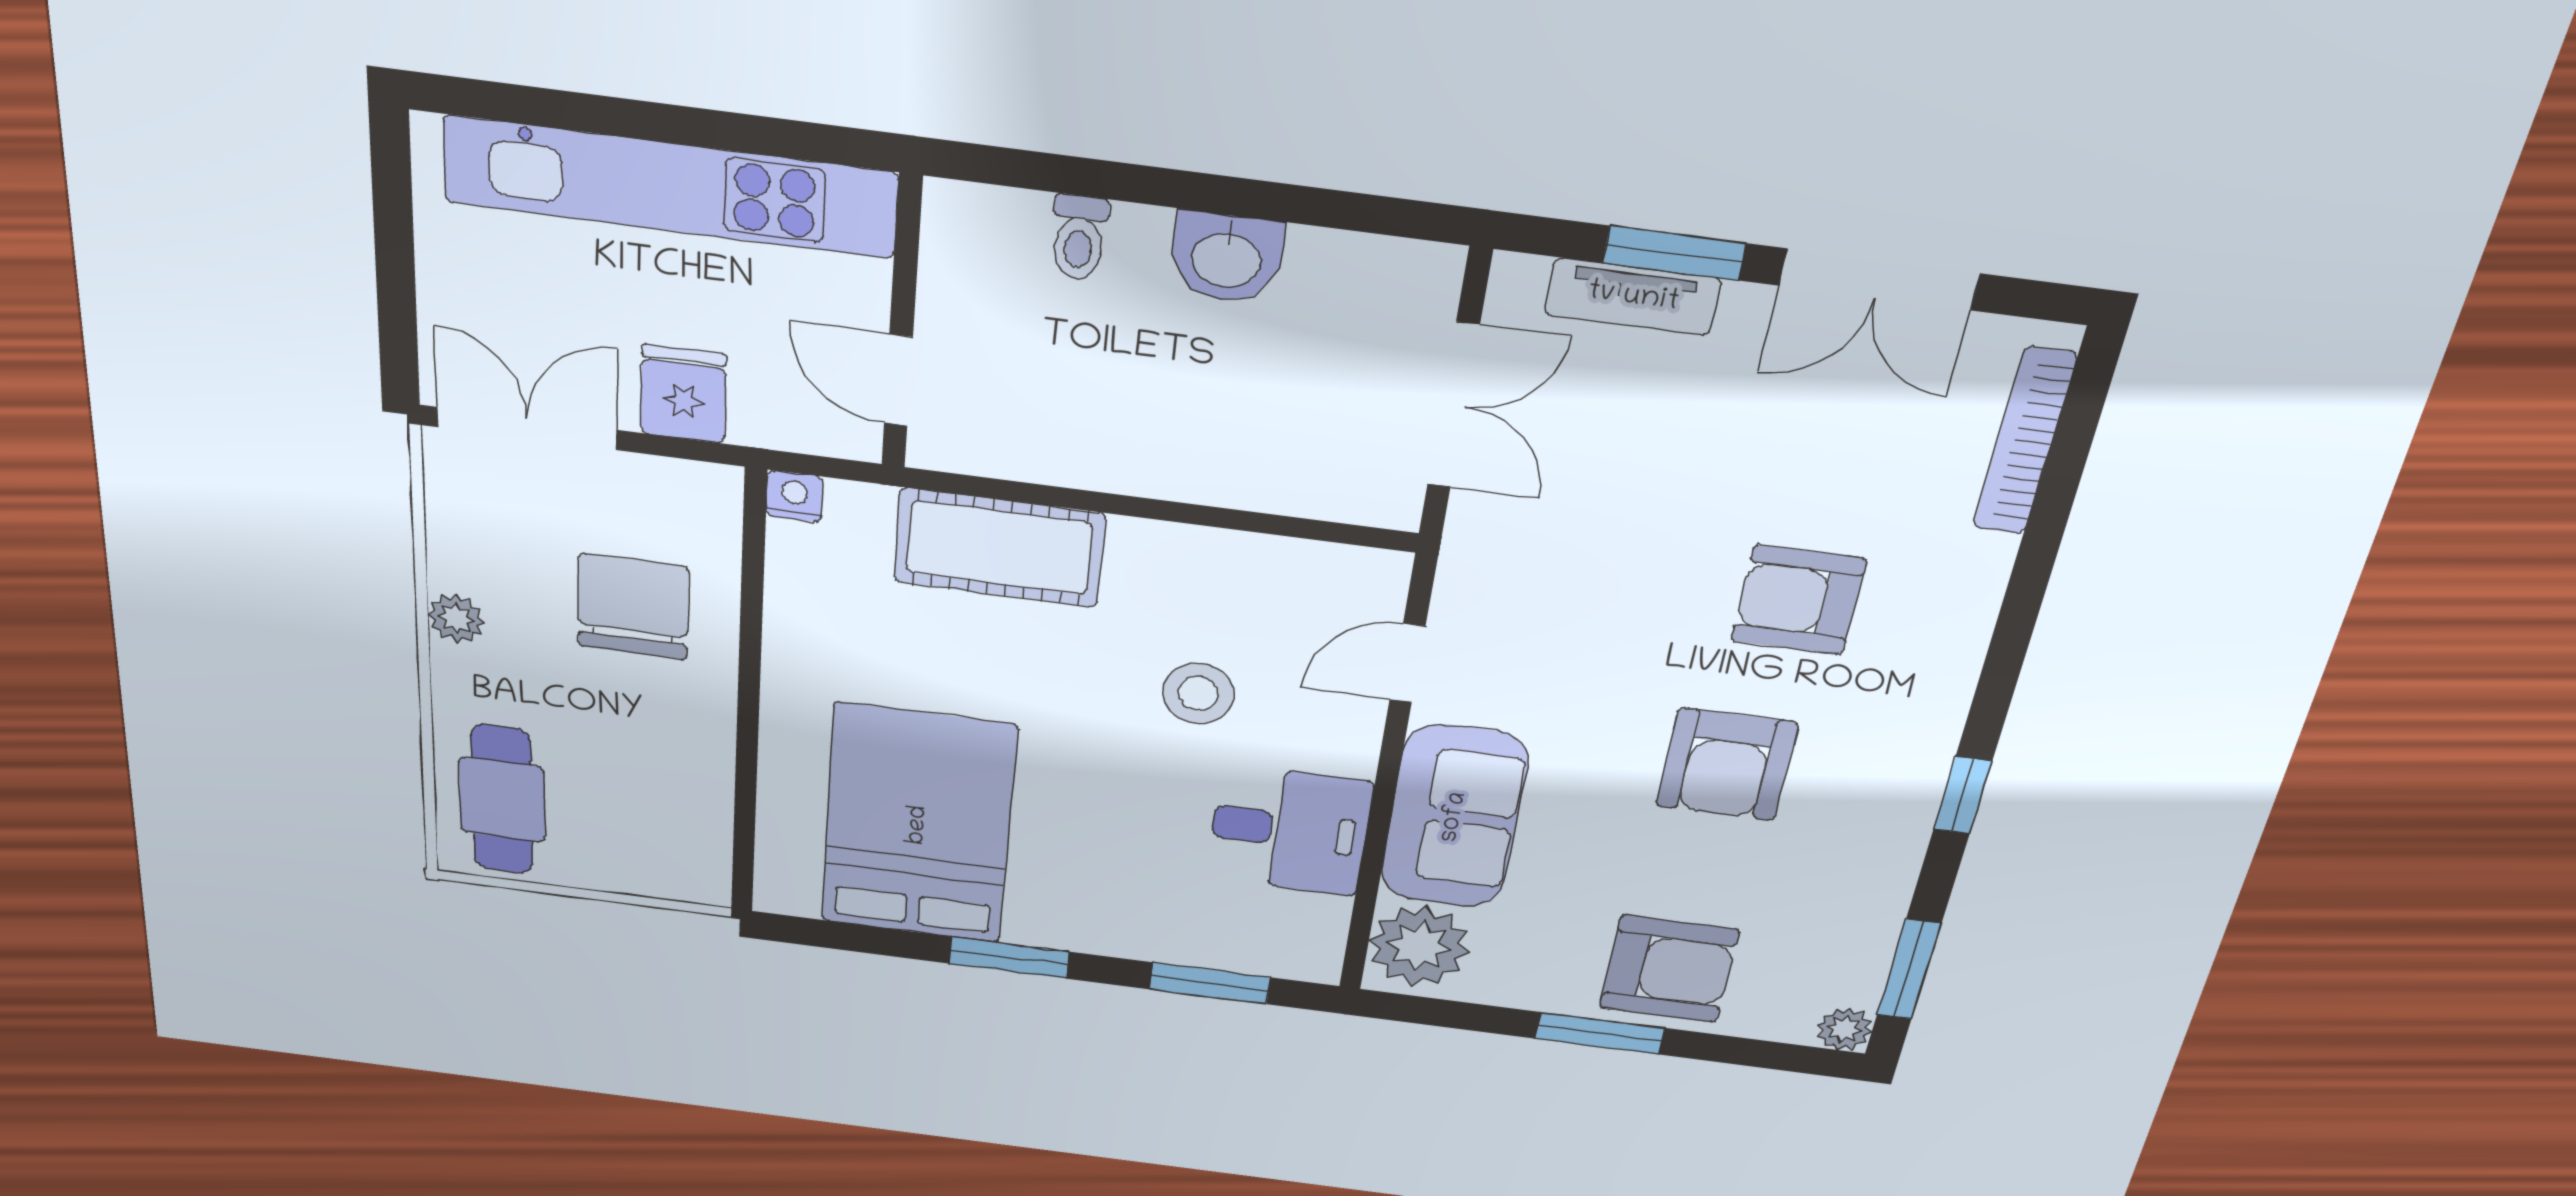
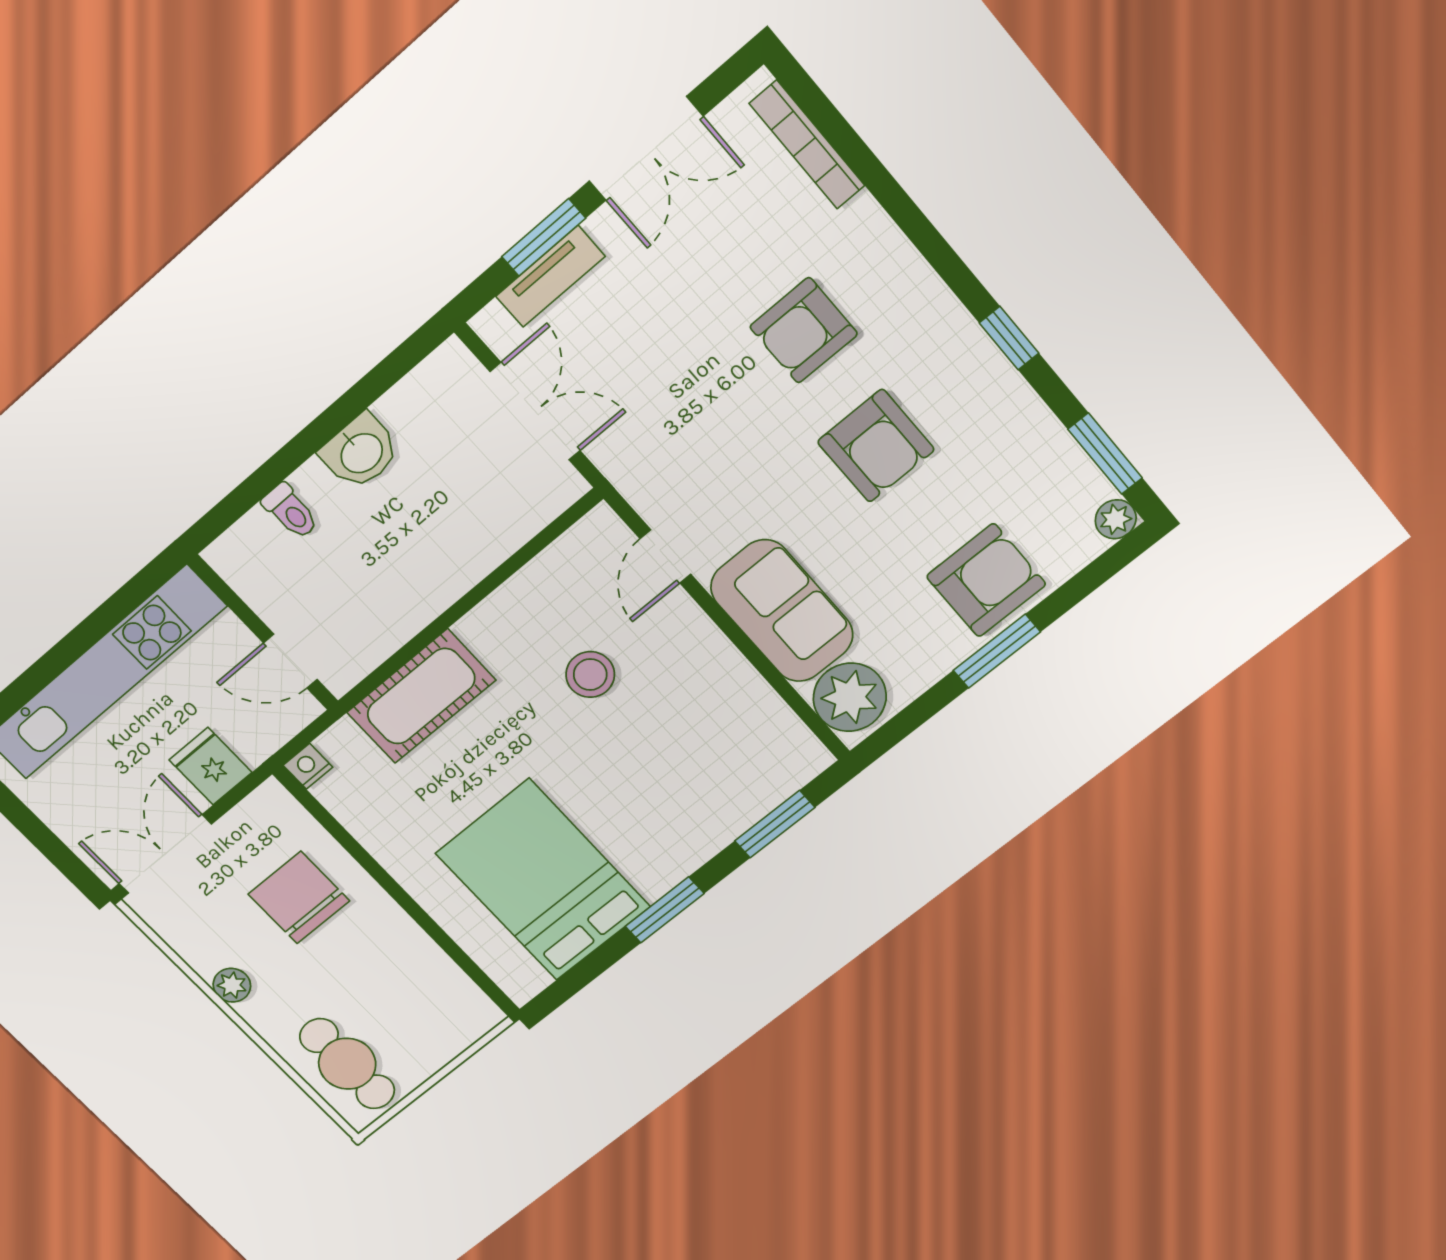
desk: (1289, 830) -> (714, 701), removed

